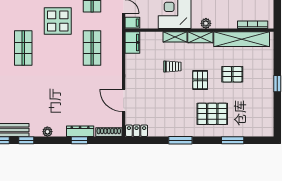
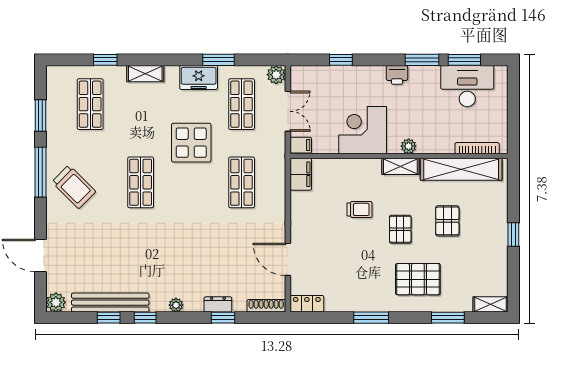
shelving: (175, 37) -> (491, 304), moved
pallet: (232, 74) -> (447, 221), turned 90
dresser: (80, 131) -> (218, 304), width x0.70

